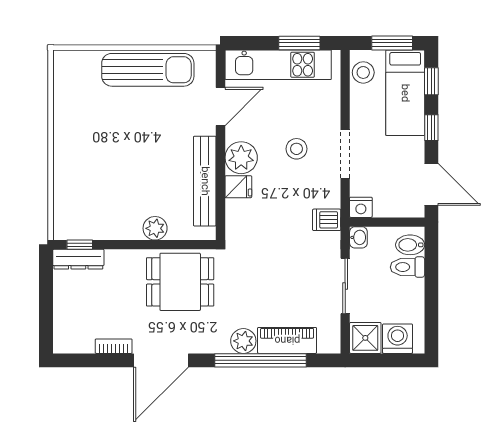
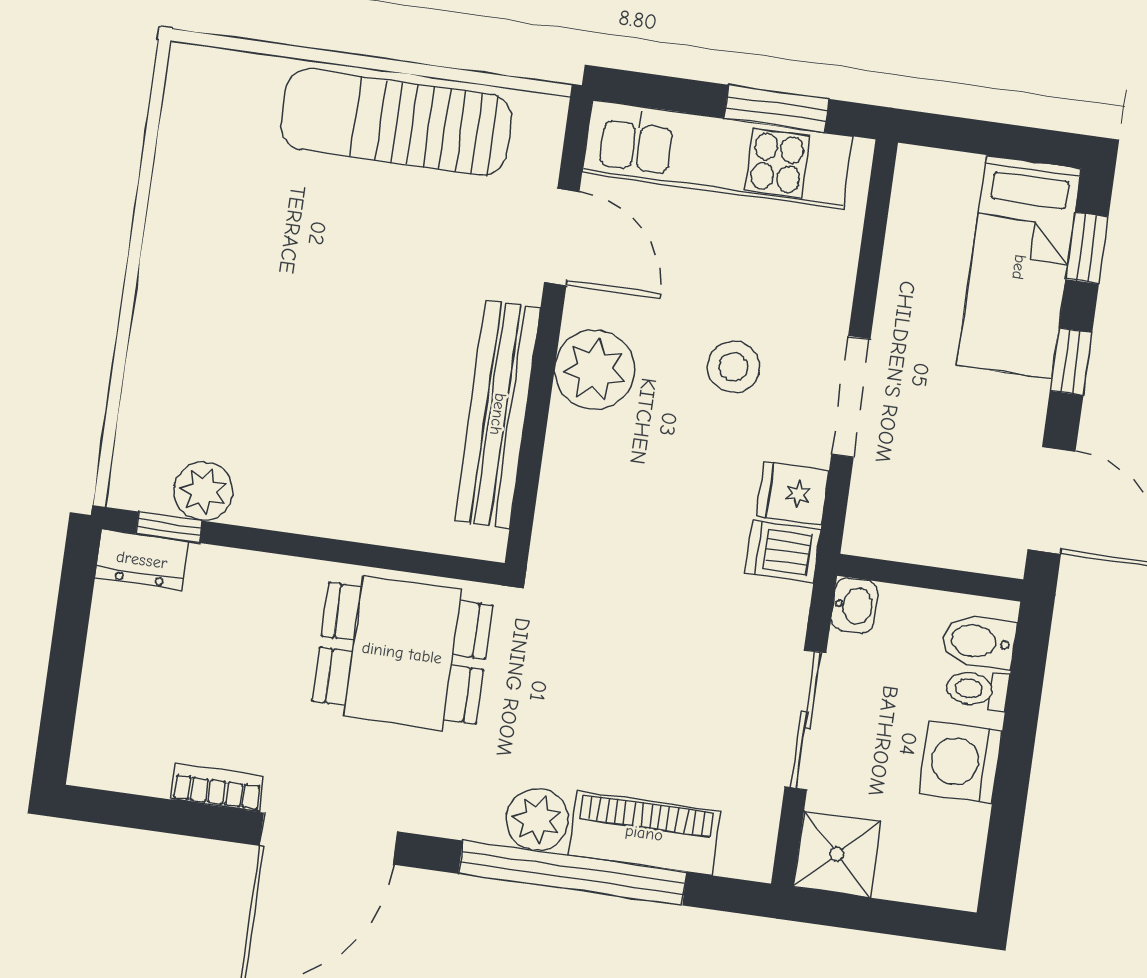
window: (392, 43) -> (1004, 141), removed
sun lounger: (148, 70) -> (396, 122), turned 180
stool: (363, 72) -> (923, 203), removed
door: (221, 106) -> (562, 237), hinge flipped
fridge: (238, 187) -> (793, 493), moved, turned 180
nightstand: (361, 207) -> (871, 532), removed
plant: (155, 228) -> (203, 491), moved
dresser: (78, 259) -> (142, 560), width x0.70
toilet: (407, 267) -> (977, 690), width x0.73, depth x0.72
washing machine: (398, 339) -> (961, 762), moved, turned -90

